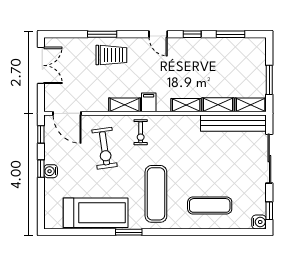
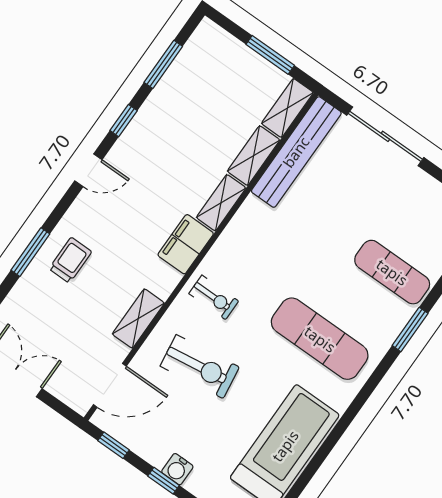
trolley: (111, 55) -> (70, 260), width x0.73, depth x0.72
filing cabinet: (149, 102) -> (186, 244), width x2.00
shelving: (125, 105) -> (138, 319), moved
exercise mat: (210, 205) -> (392, 272), turned 90
window: (129, 232) -> (410, 329), moved

